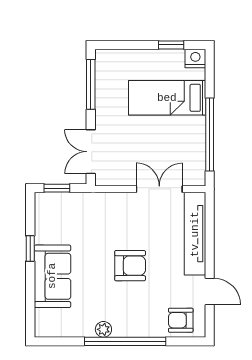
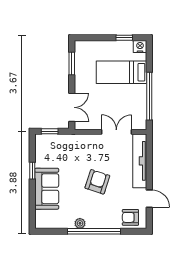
window: (91, 84) -> (72, 64), width x0.69
double door: (91, 152) -> (72, 107), swing flipped
armchair: (130, 266) -> (97, 182), turned -72

